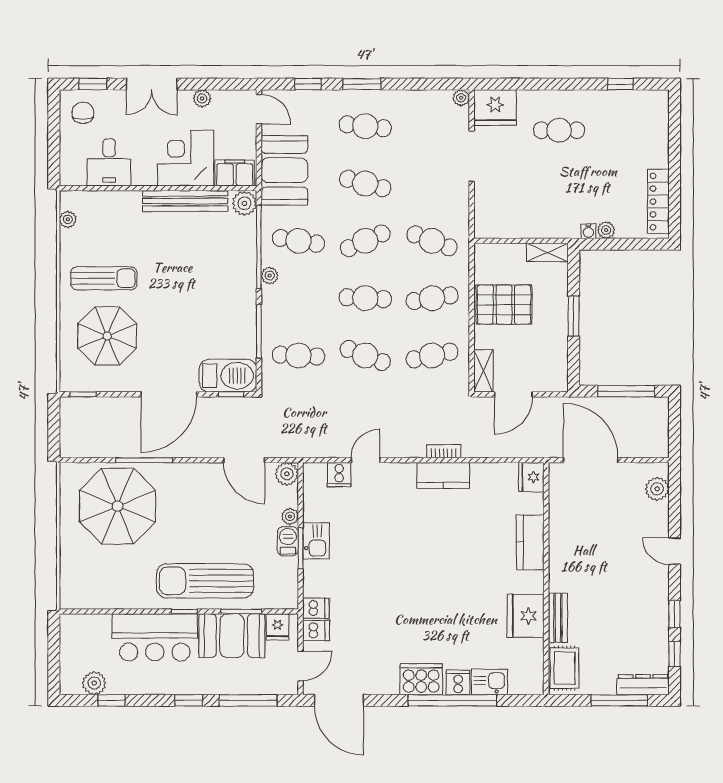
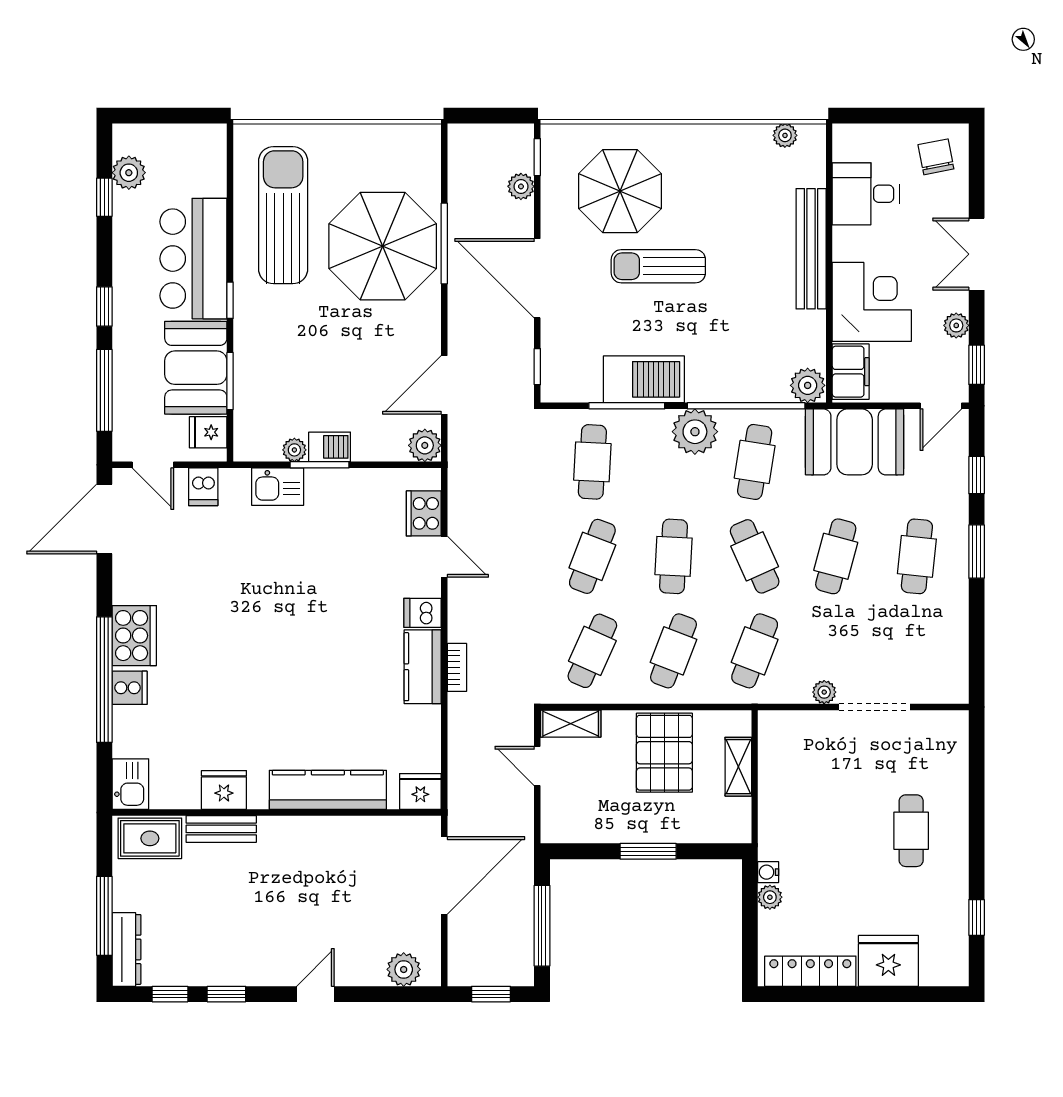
window: (93, 84) -> (977, 365), moved
plant: (461, 98) -> (824, 692), moved
fridge: (495, 107) -> (888, 961), moved, turned 90
chair: (83, 113) -> (936, 157), turned -101
bench: (185, 201) -> (811, 249), moved
shelving: (547, 252) -> (738, 767), moved
plant: (270, 276) -> (695, 432), width x1.87, depth x1.87
sun lounger: (104, 278) -> (658, 266), moved, turned 90
cafe table: (432, 298) -> (673, 651), turned 30
cafe table: (432, 356) -> (592, 651), turned 36
barbecue: (228, 376) -> (644, 379), moved, turned -90
door: (513, 394) -> (537, 766), width x0.73
plant: (104, 406) -> (521, 186), added
window: (674, 427) -> (491, 994), added
cooker: (339, 475) -> (424, 513), width x1.36
parasol: (118, 506) -> (383, 246), moved
plant: (290, 516) -> (294, 450), moved
kitchen sink: (316, 541) -> (278, 487), moved
kitchen counter: (530, 542) -> (328, 790), width x1.50
sun lounger: (205, 581) -> (283, 215), moved
dishwasher: (316, 608) -> (422, 613), moved, turned 90
fridge: (526, 616) -> (224, 790), width x0.73, depth x0.75
kitchen sink: (489, 682) -> (130, 784), moved

